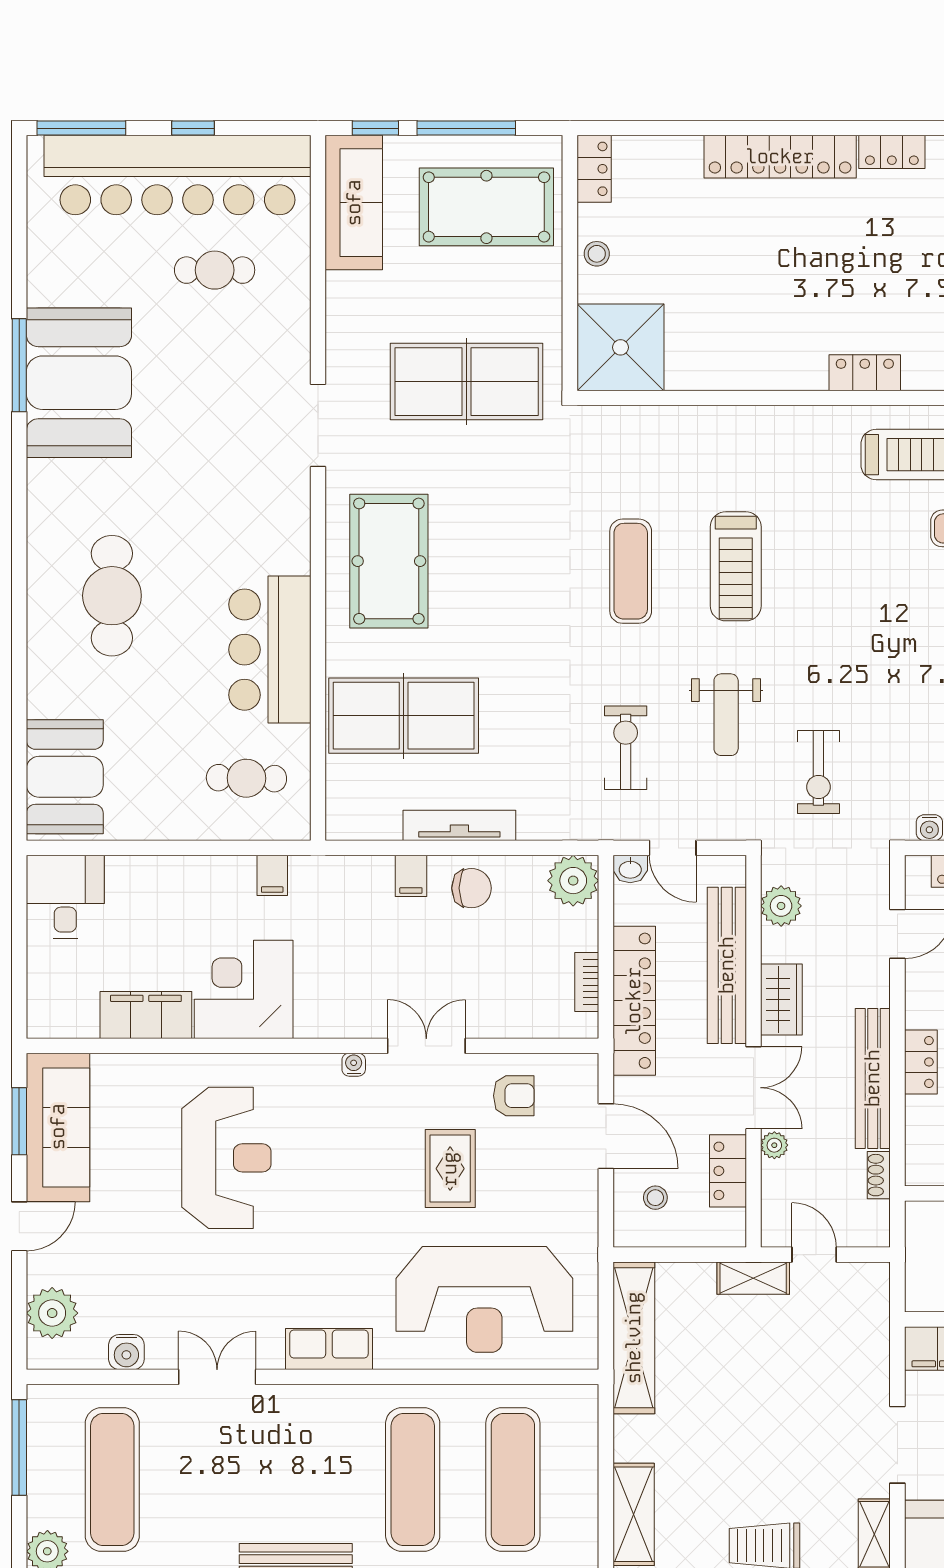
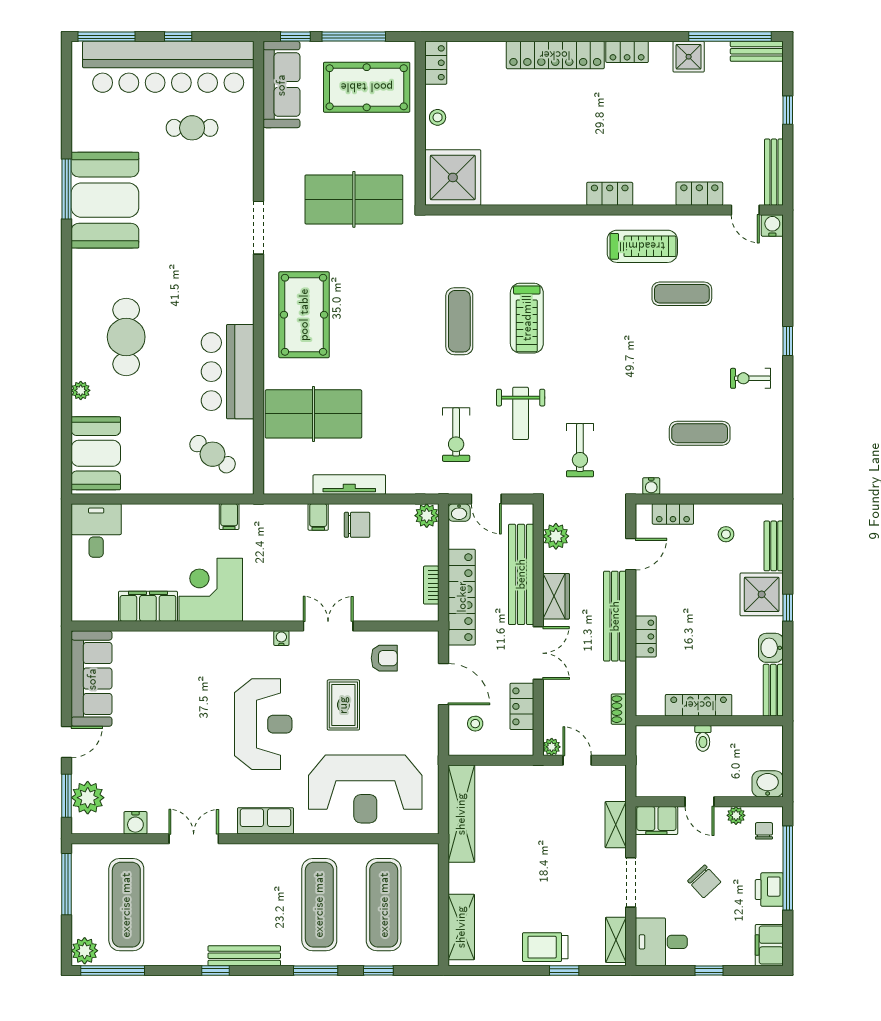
plant: (41, 679) -> (81, 390), added
exercise bike: (626, 748) -> (456, 435), turned 180
cafe table: (246, 778) -> (213, 454), turned 35
plant: (573, 881) -> (427, 516), width x0.73, depth x0.73
bench: (873, 1078) -> (615, 616), moved
window: (19, 1121) -> (67, 796), moved
plant: (774, 1145) -> (552, 747), moved
reception desk: (226, 1158) -> (263, 724), moved
shelving: (753, 1278) -> (616, 825), moved, turned 90

